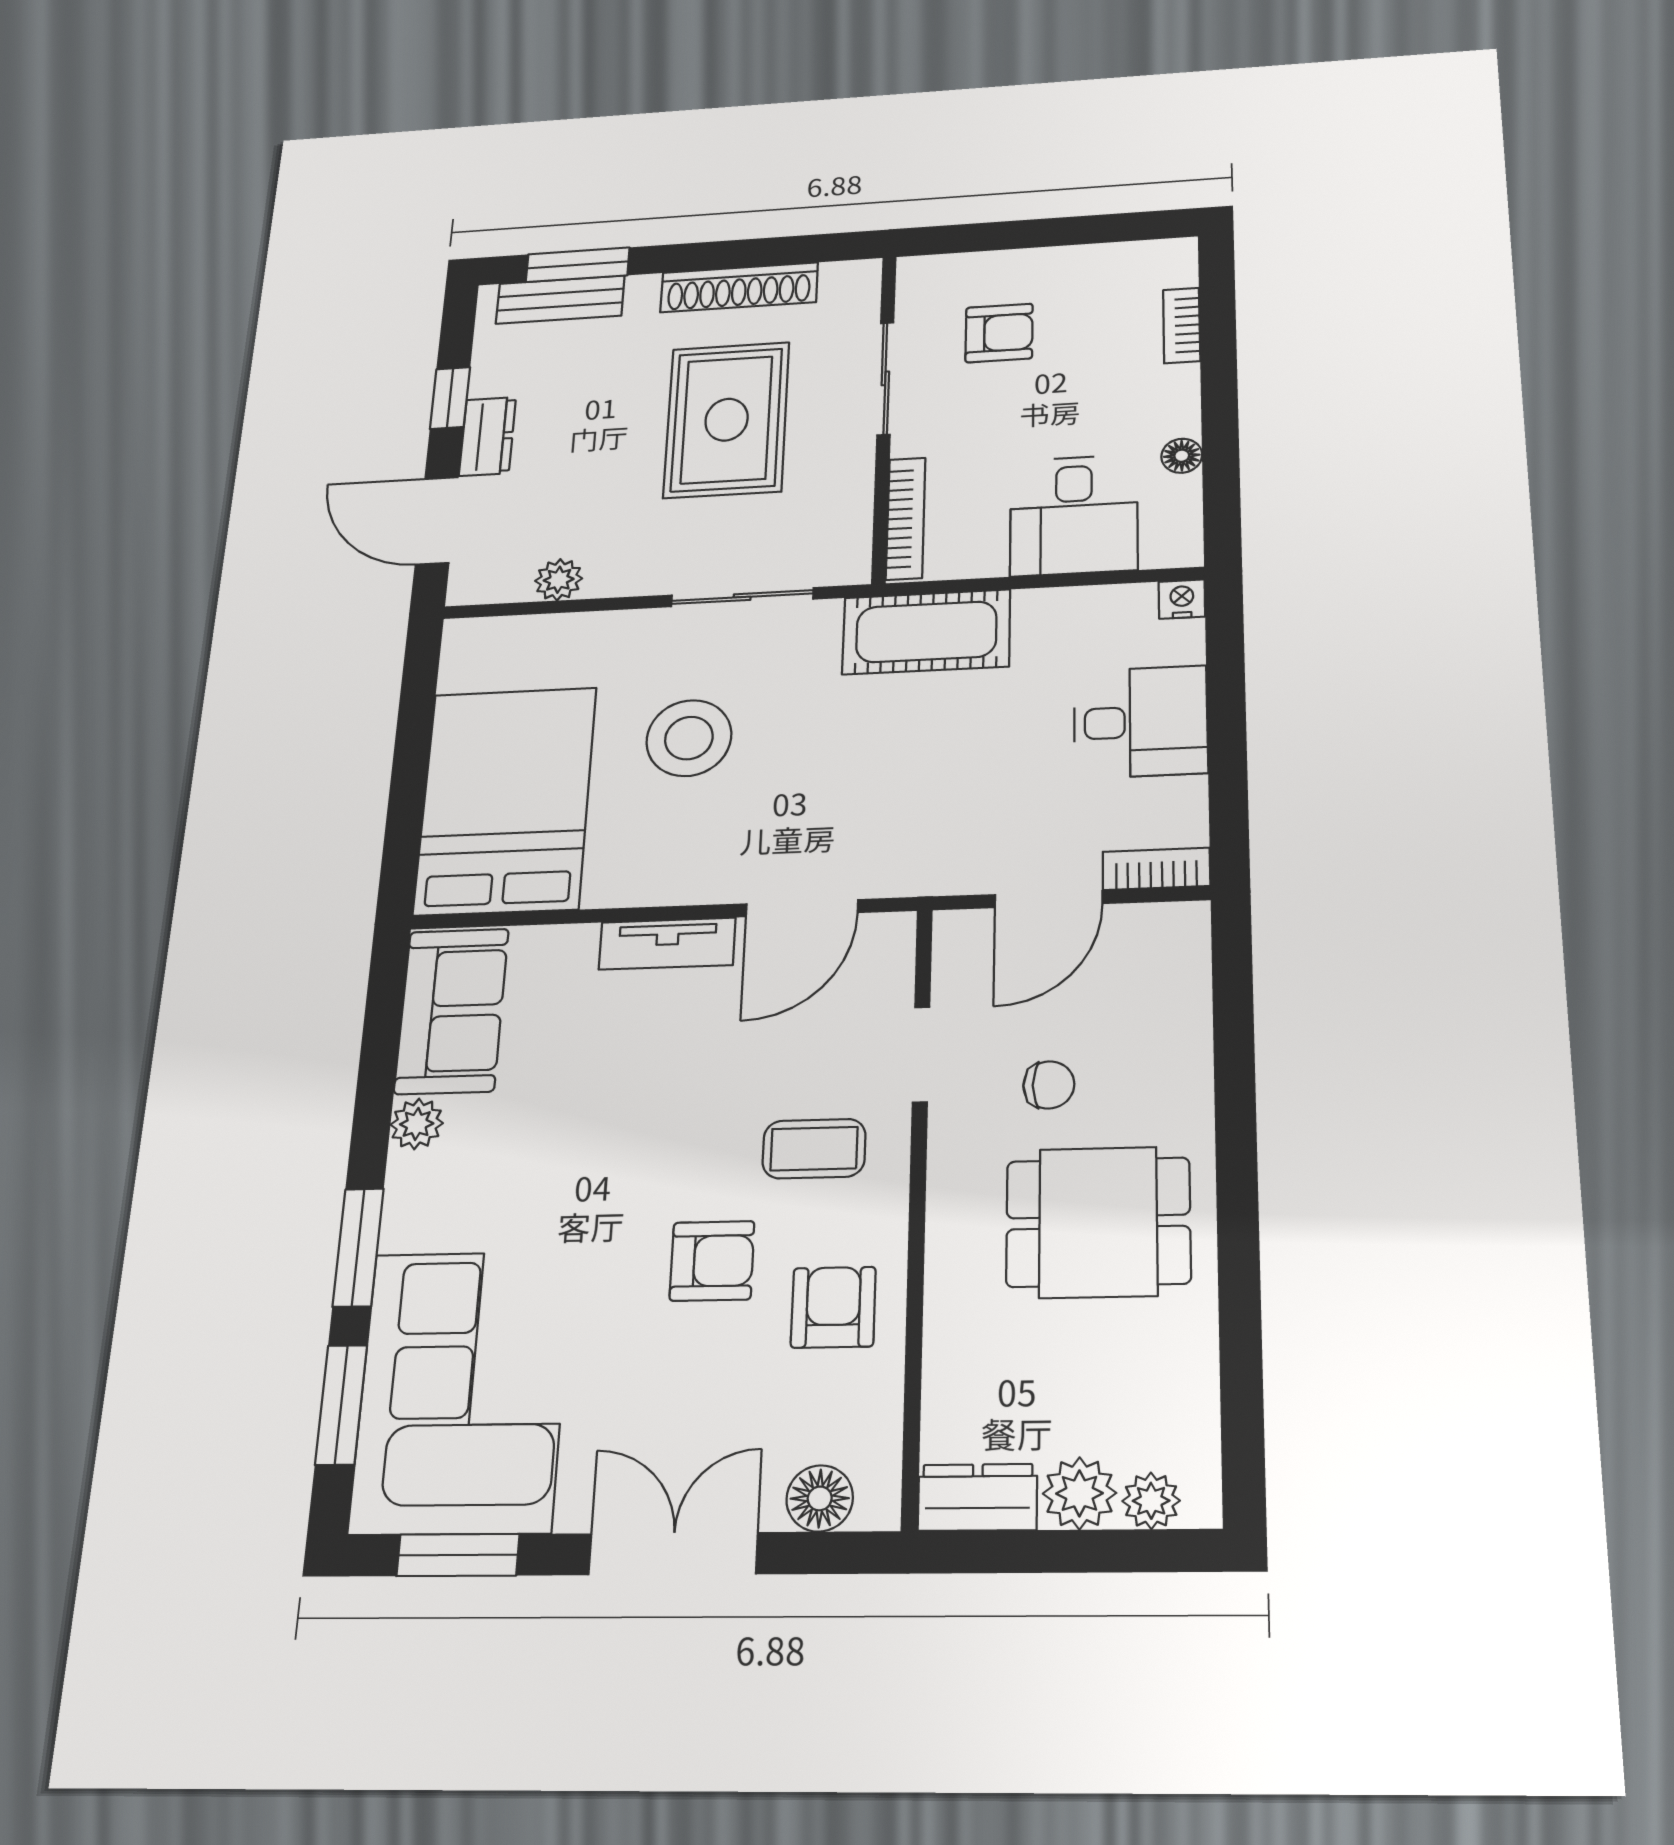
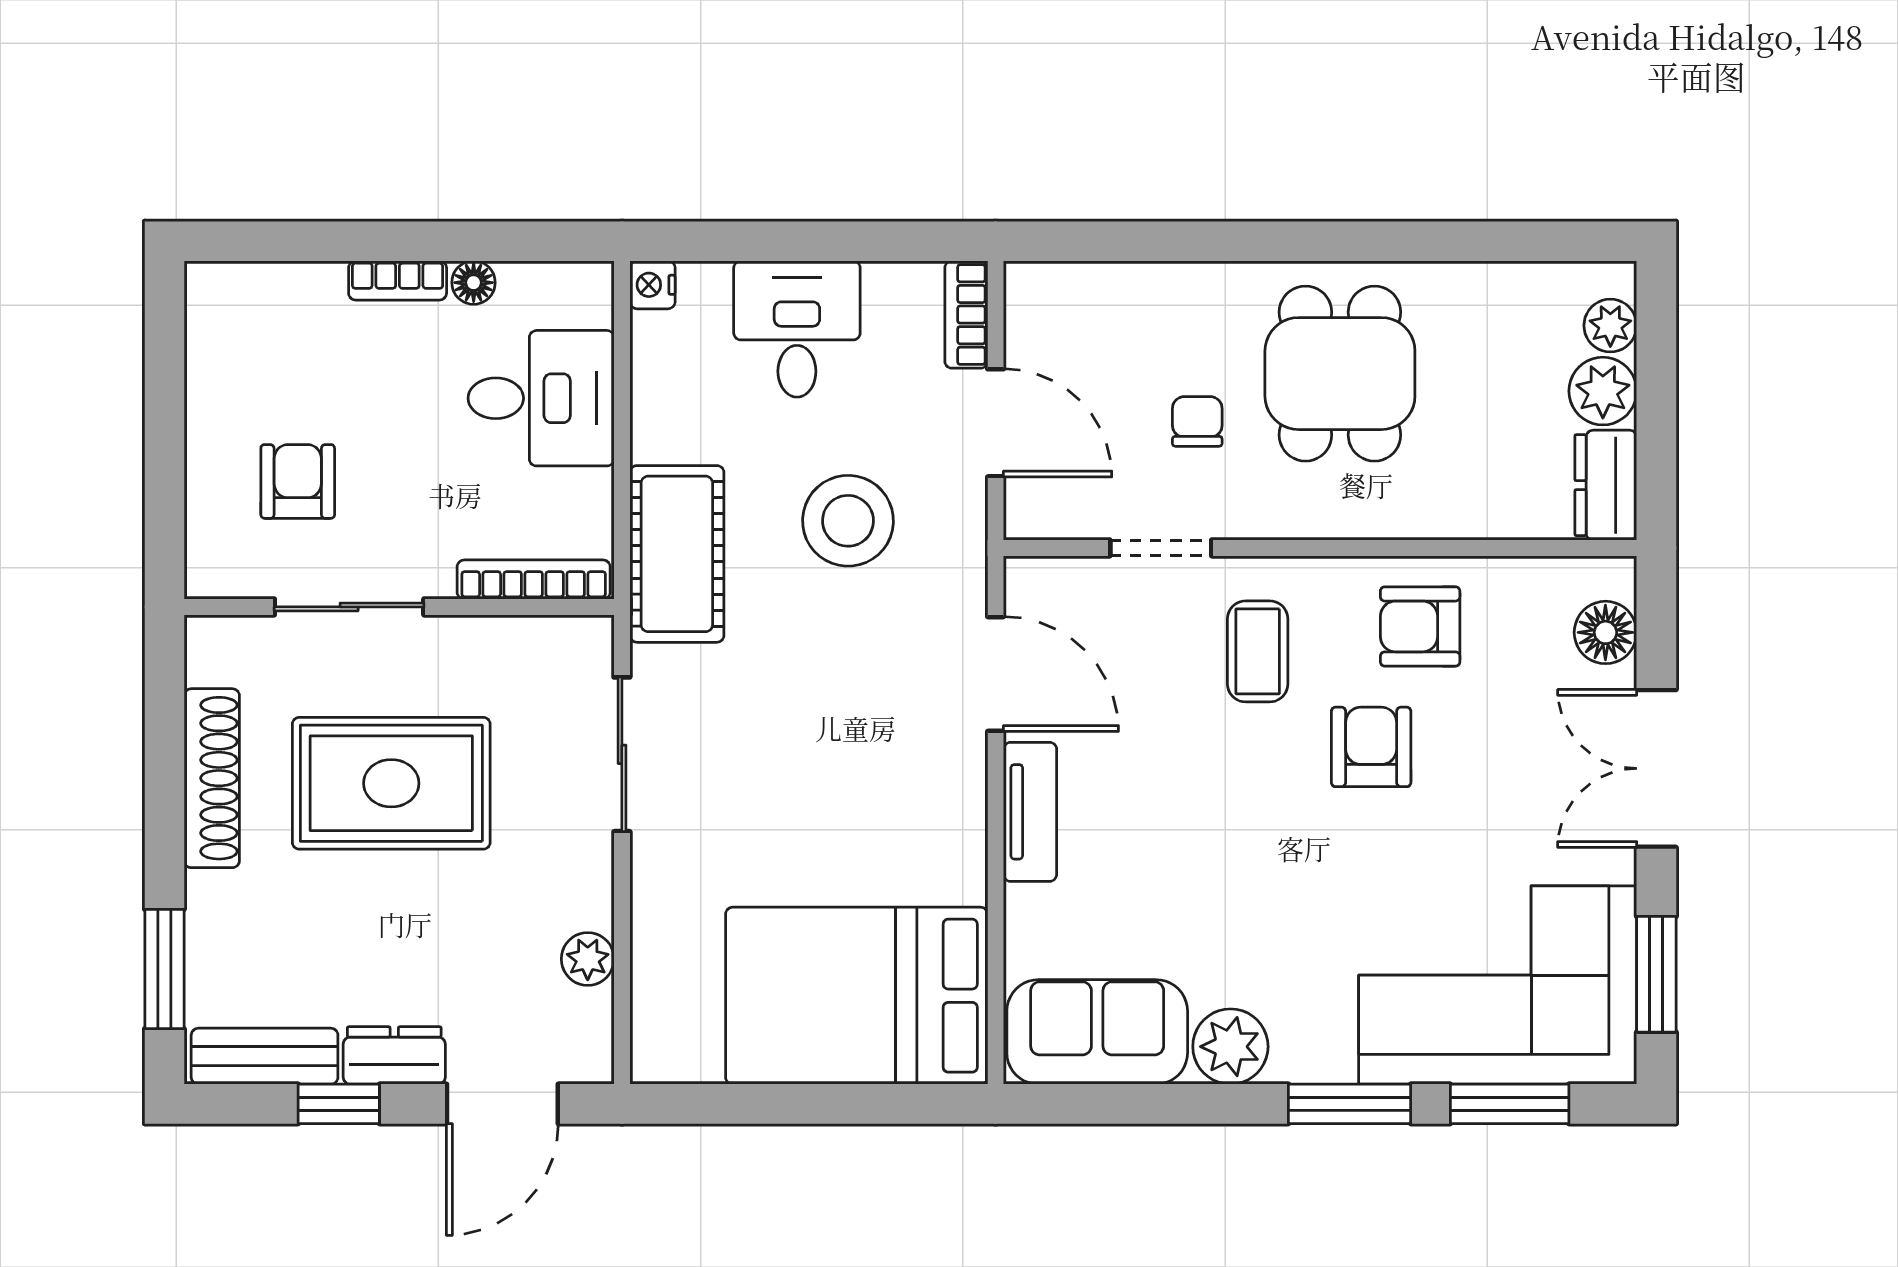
bench: (560, 300) -> (265, 1056), moved, turned 90
bookcase: (1182, 325) -> (398, 280), moved
stool: (689, 738) -> (848, 521), moved
plant: (417, 1124) -> (1230, 1047), width x1.38, depth x1.38

